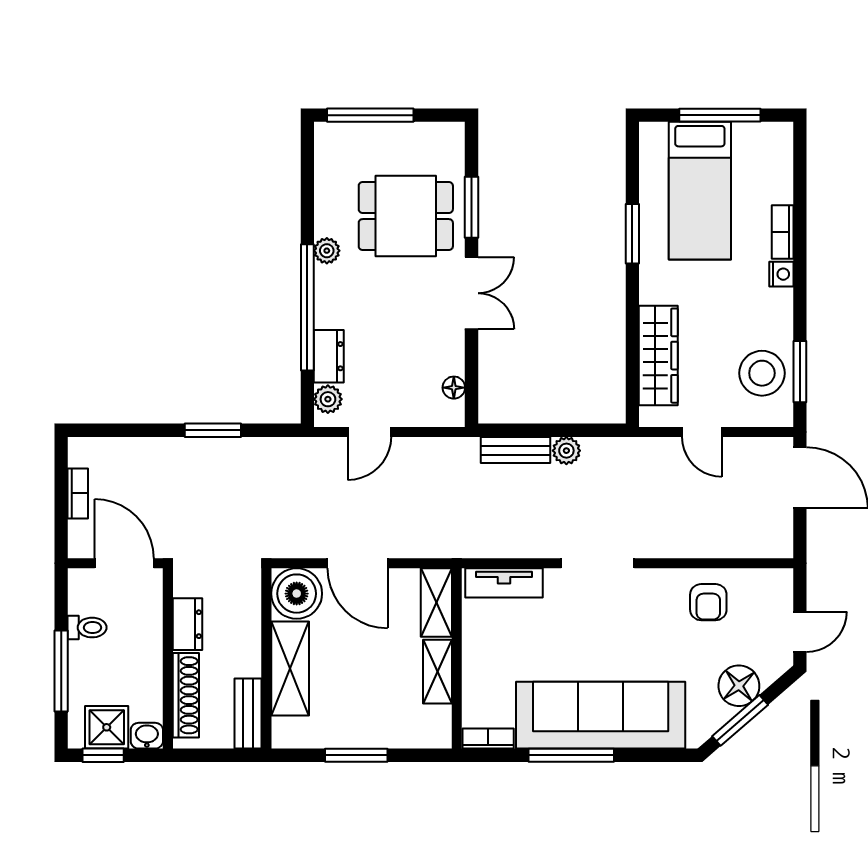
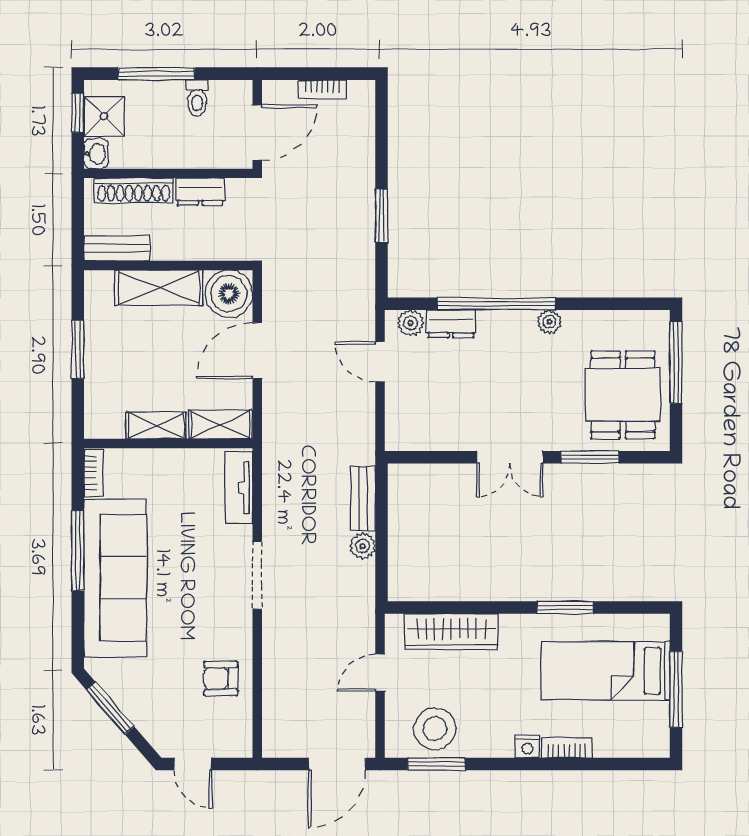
dining table: (406, 216) -> (623, 395), moved
floor lamp: (454, 388) -> (421, 441), removed
floor lamp: (739, 686) -> (143, 707), removed

